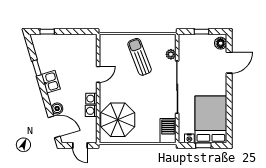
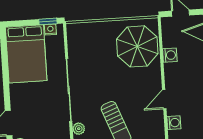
washing machine: (91, 99) -> (174, 123), moved
barbecue: (168, 131) -> (76, 37), removed
window: (203, 145) -> (48, 21), moved

